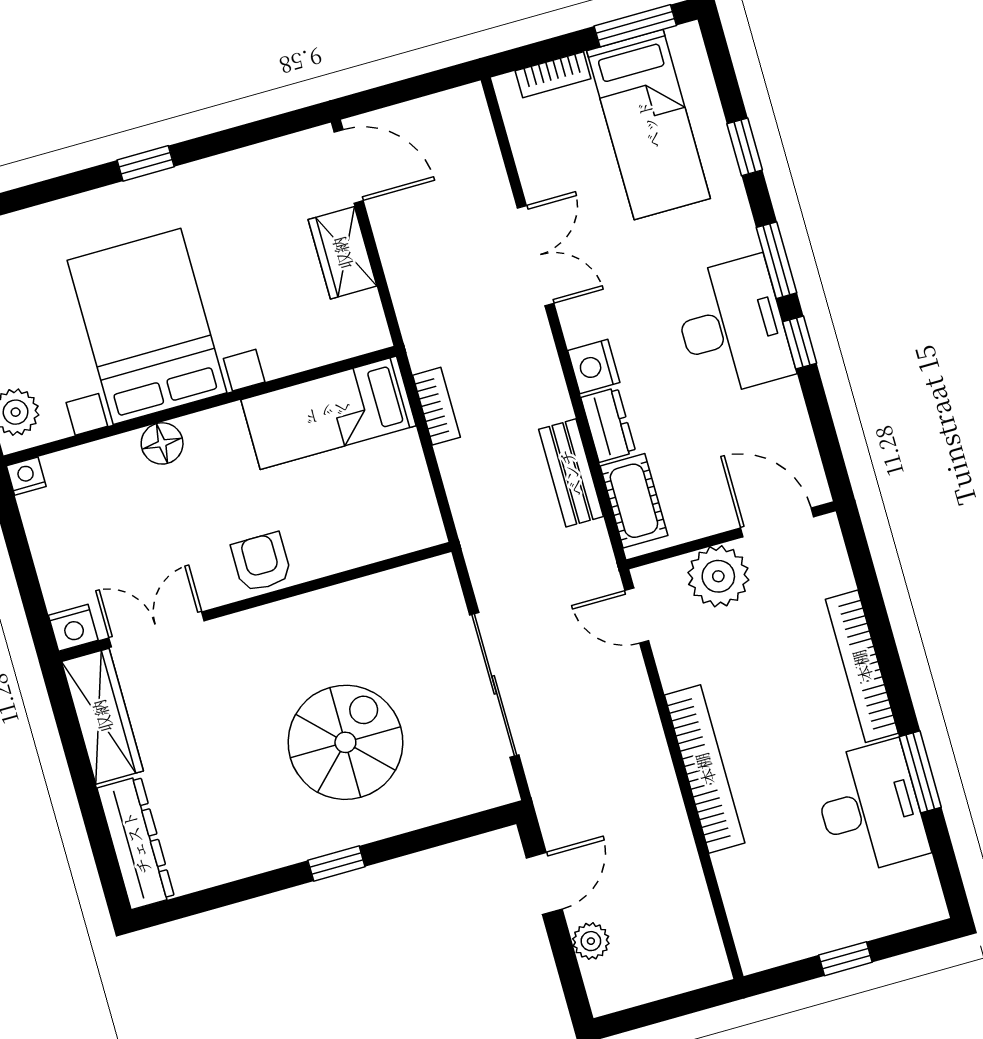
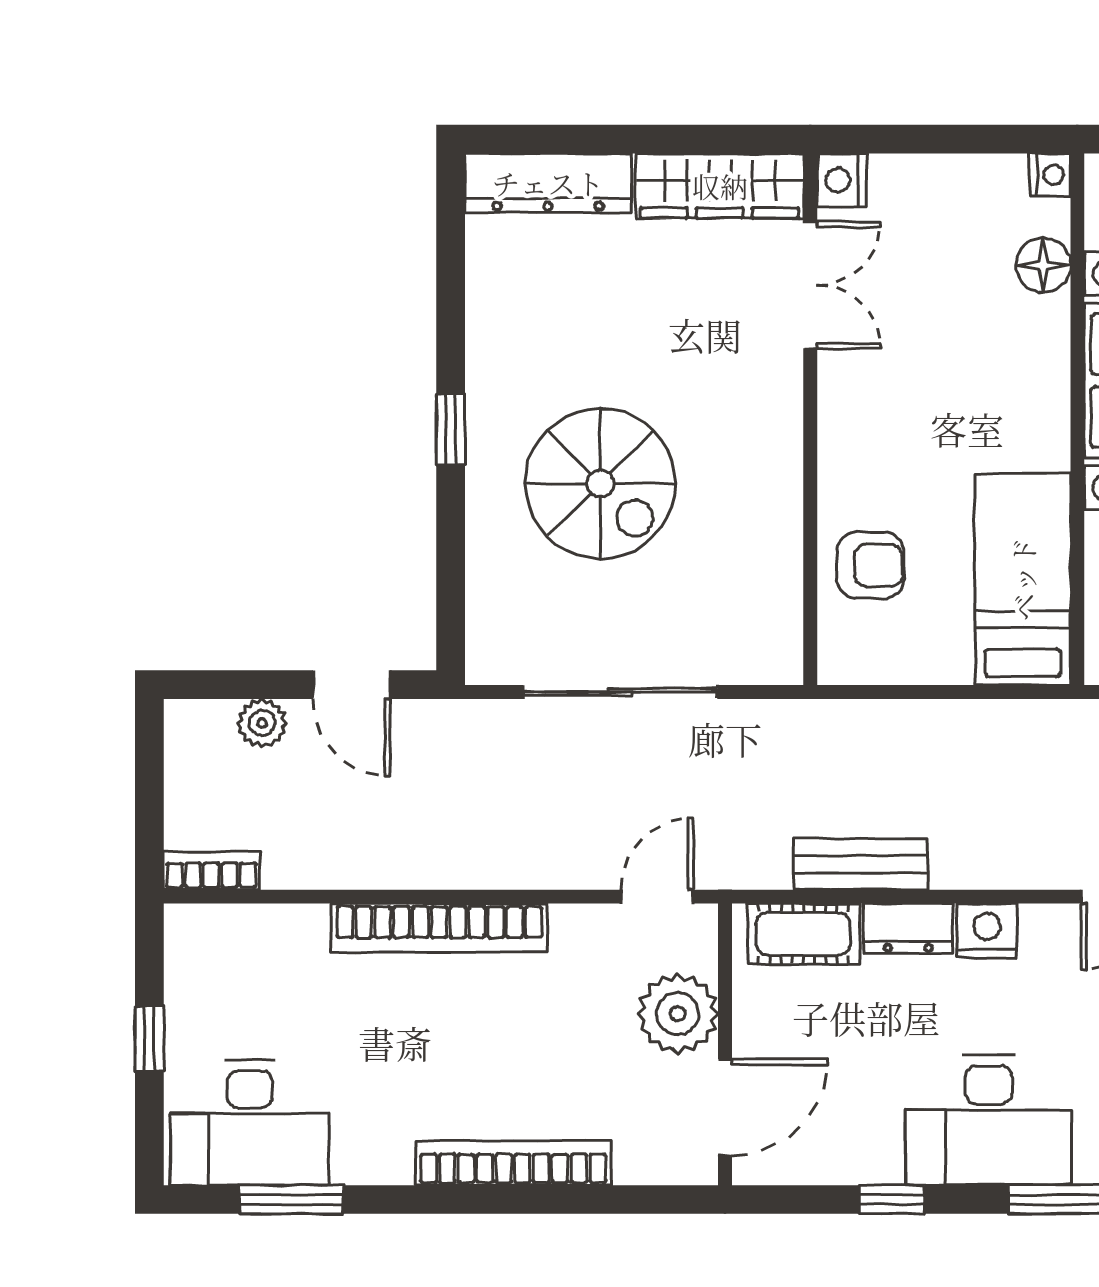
window: (800, 342) -> (892, 1199), moved
bookcase: (436, 406) -> (211, 871), moved, turned 180
floor lamp: (162, 443) -> (1043, 265), moved
armchair: (261, 562) -> (870, 565), moved
window: (920, 772) -> (291, 1199), moved
desk: (870, 808) -> (250, 1123), moved

